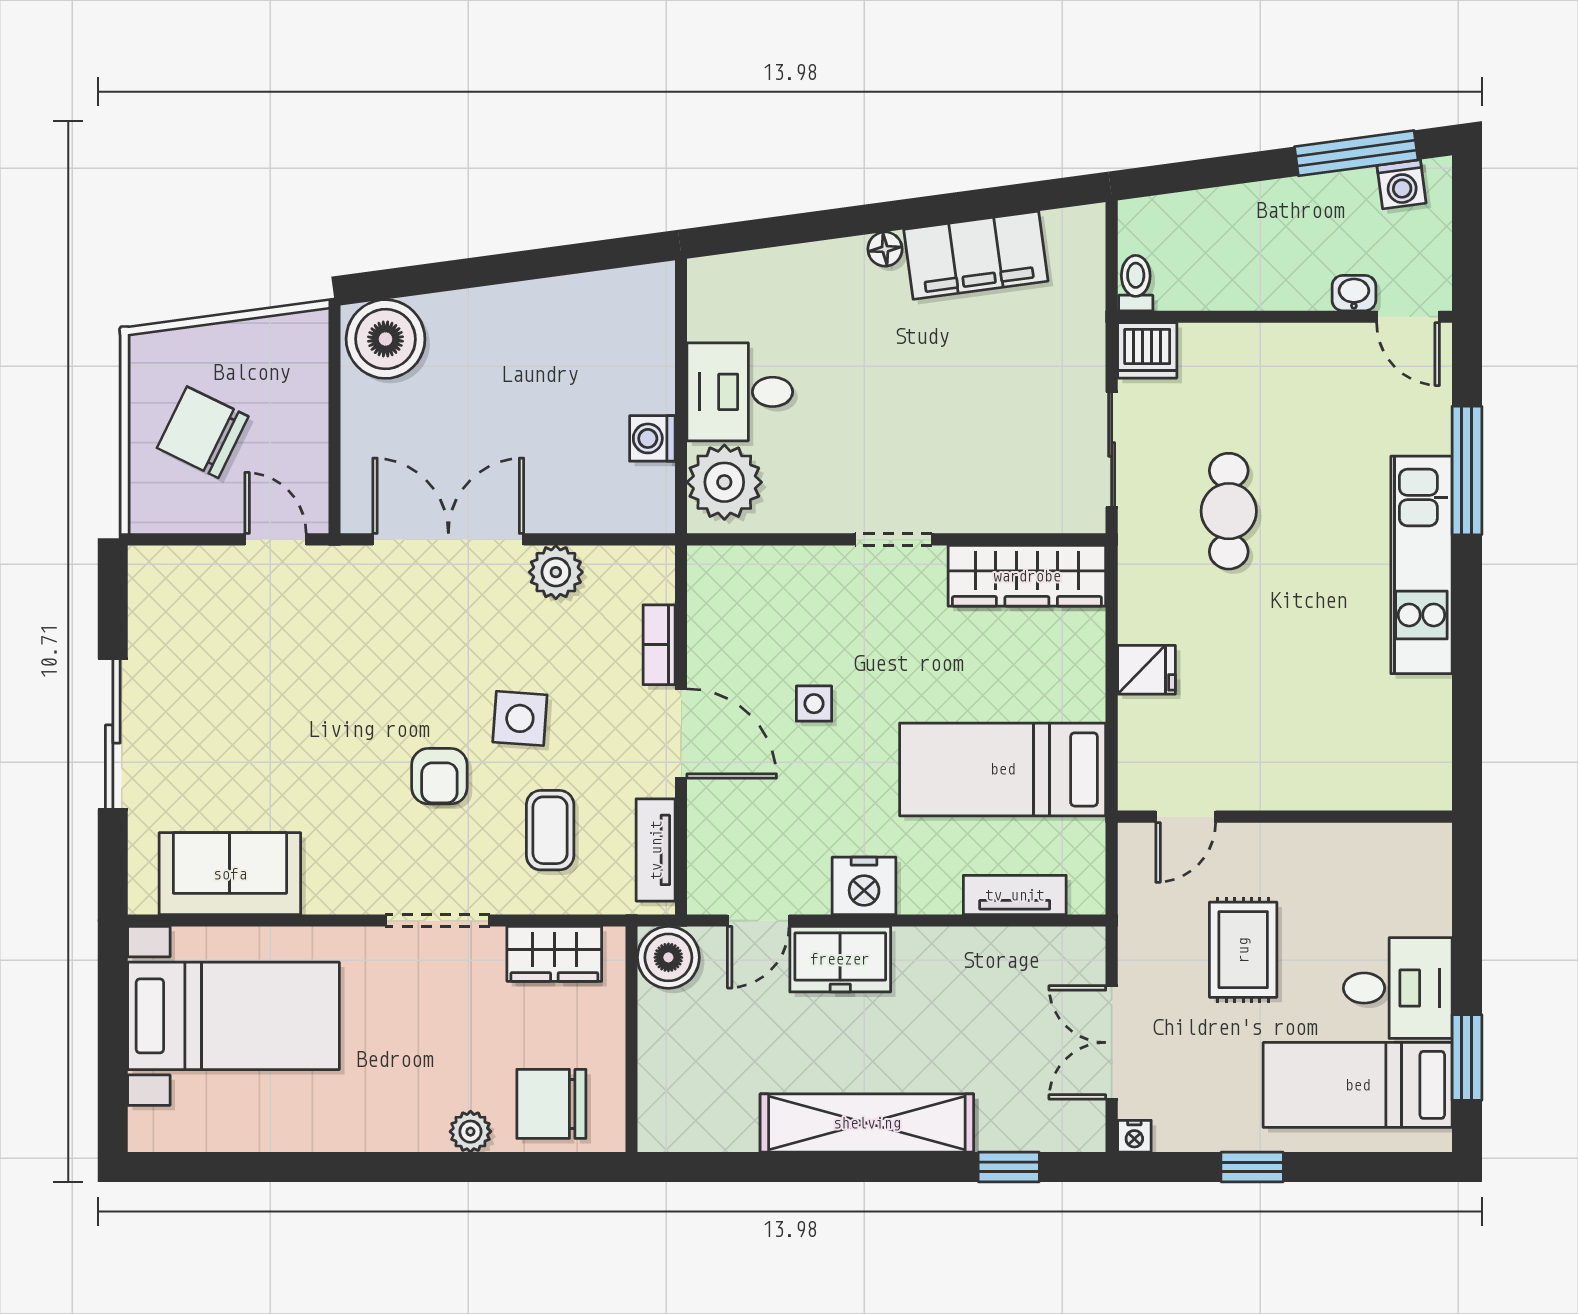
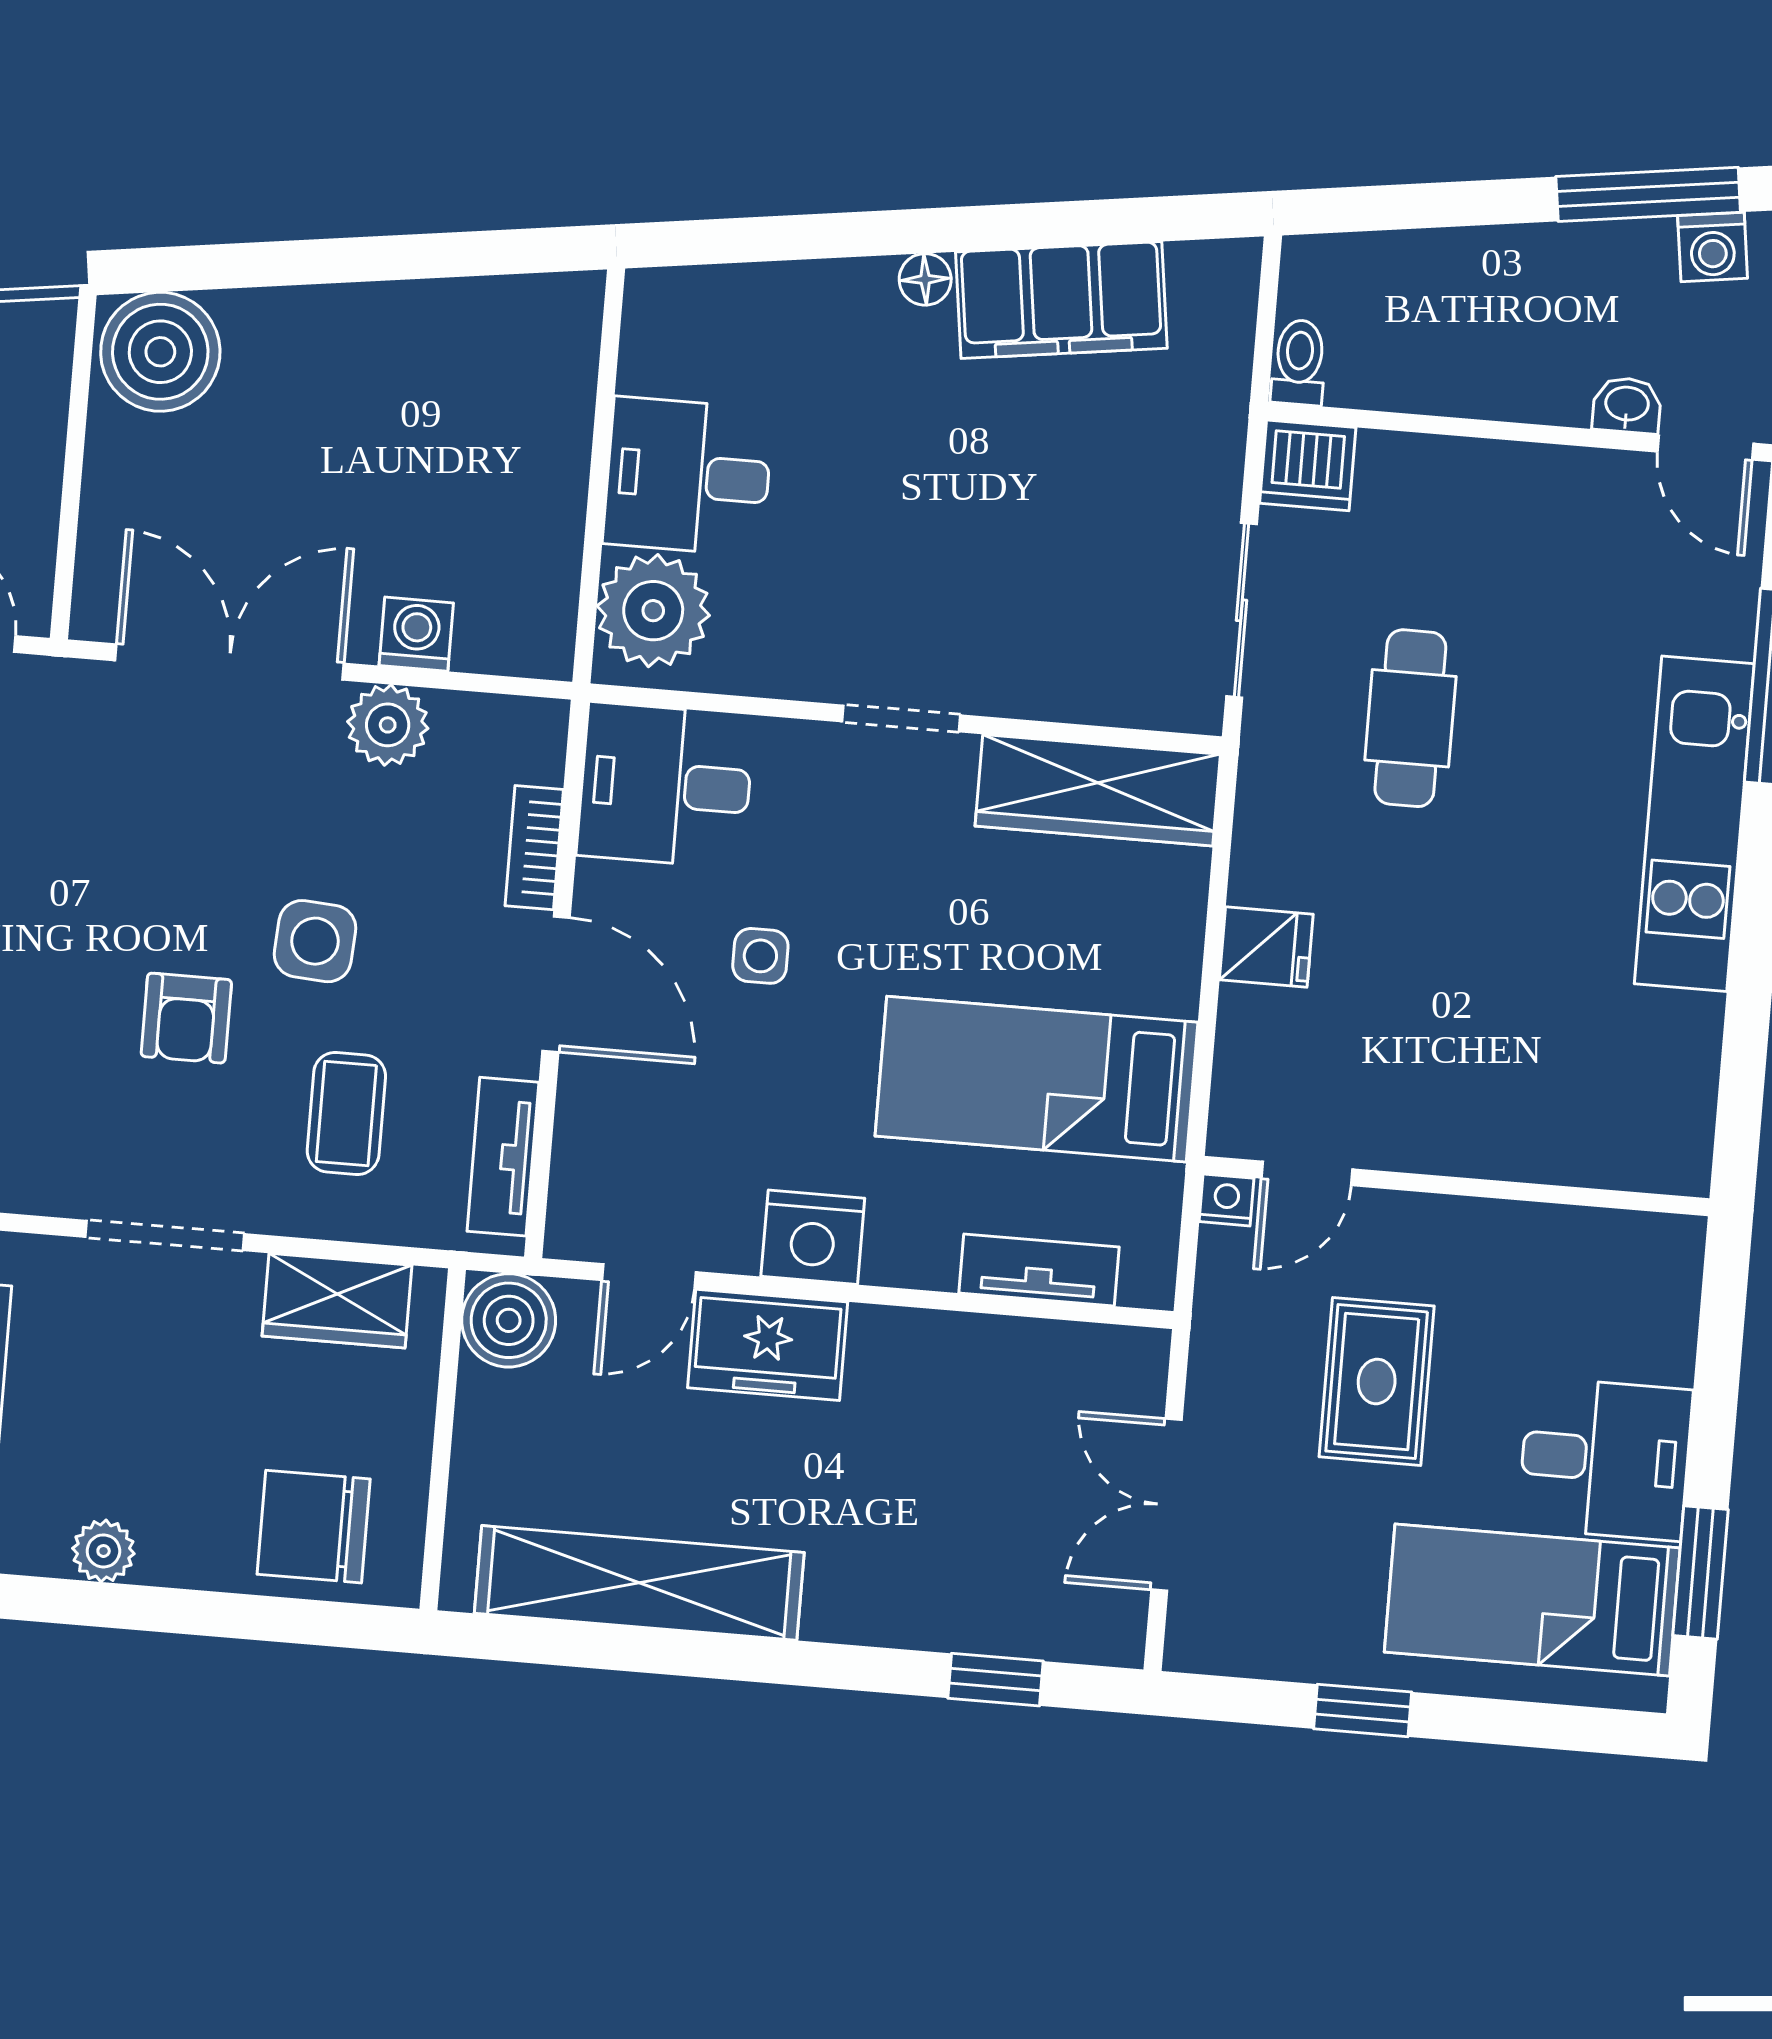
washing machine: (652, 438) -> (416, 634), moved, turned 90
desk: (742, 596) -> (665, 785), added
shelving: (867, 1123) -> (639, 1583), moved
plant: (470, 1132) -> (103, 1551), moved
nightstand: (1134, 1136) -> (1227, 1200), moved, turned 180

